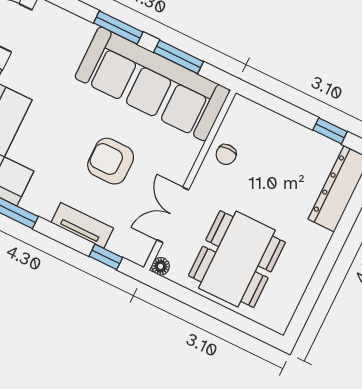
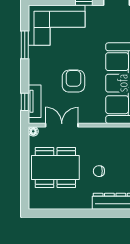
chair: (226, 154) -> (99, 171), moved
tv unit: (82, 225) -> (35, 101), moved

